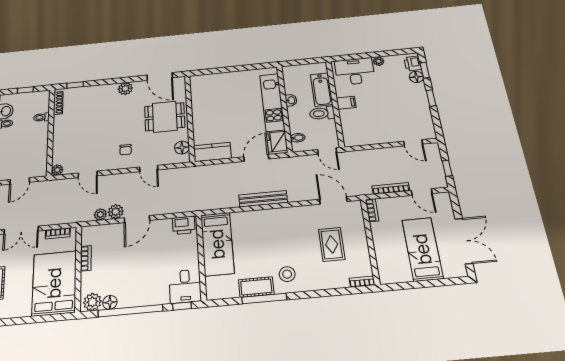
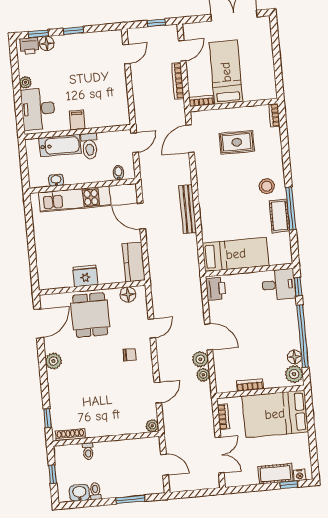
washbasin: (291, 100) -> (56, 180), moved
fridge: (277, 142) -> (85, 276), moved, turned 180
bed: (422, 249) -> (226, 72), moved, turned 90

